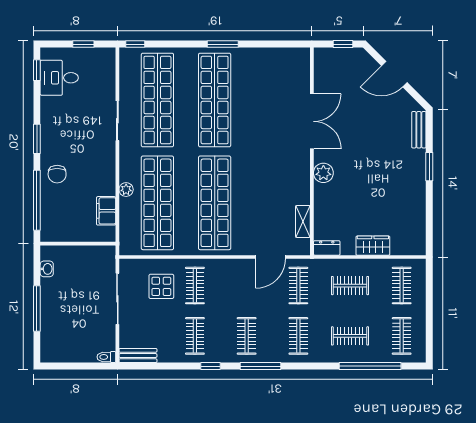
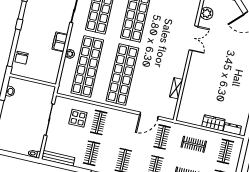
double door: (312, 121) -> (193, 38), width x0.73
plant: (323, 173) -> (207, 13), moved
chair: (57, 174) -> (22, 58), moved
filing cabinet: (106, 211) -> (60, 42), moved
shelving: (303, 221) -> (176, 88), moved
dresser: (327, 248) -> (232, 129), moved
bench: (138, 356) -> (58, 158), width x1.36

